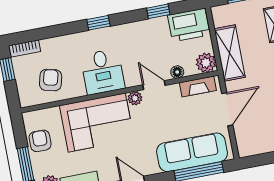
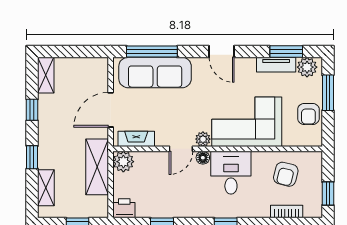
printer: (189, 25) -> (124, 208), width x0.53, depth x0.68
bookcase: (24, 49) -> (287, 212), moved
floor lamp: (177, 72) -> (203, 158), moved
door: (154, 85) -> (181, 149), hinge flipped

